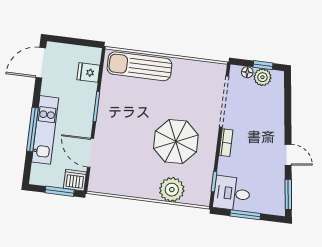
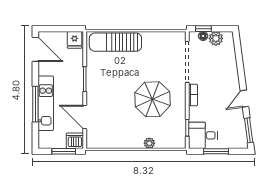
door: (41, 63) -> (35, 49), swing flipped
window: (263, 65) -> (203, 29), moved
fridge: (88, 72) -> (75, 40), moved, turned -90
door: (288, 155) -> (244, 99), swing flipped
plant: (172, 190) -> (149, 143), width x0.53, depth x0.53

